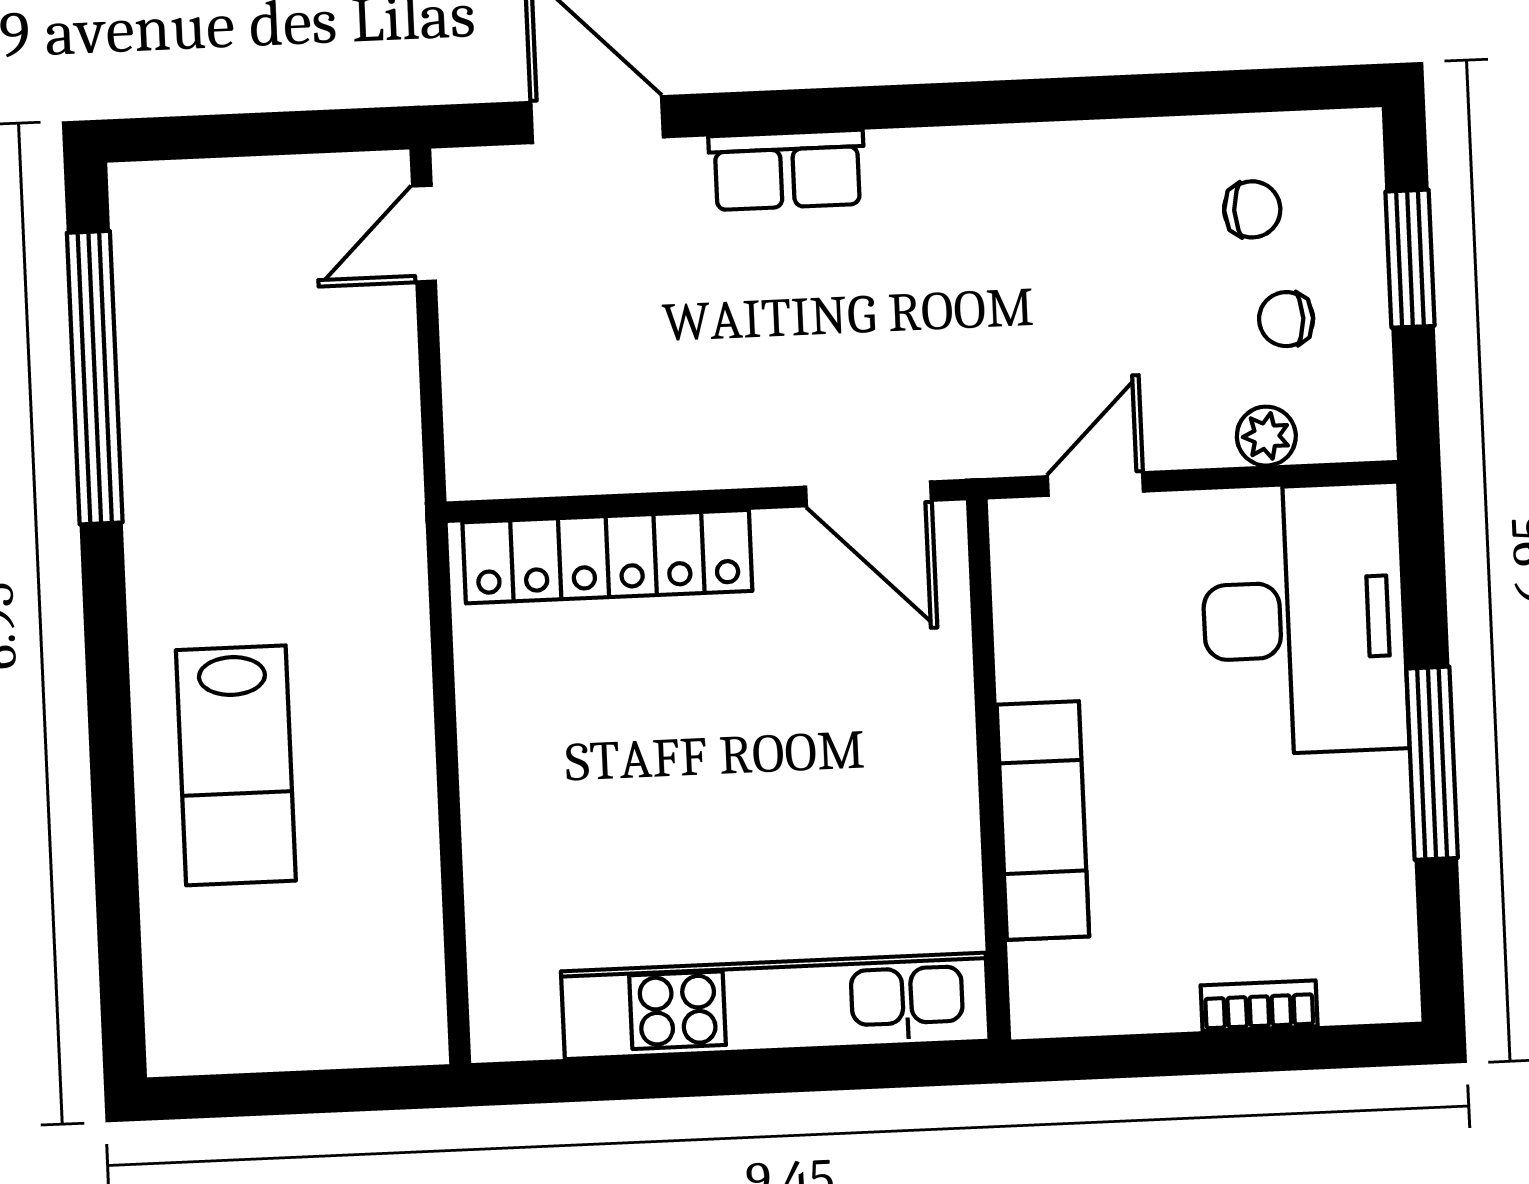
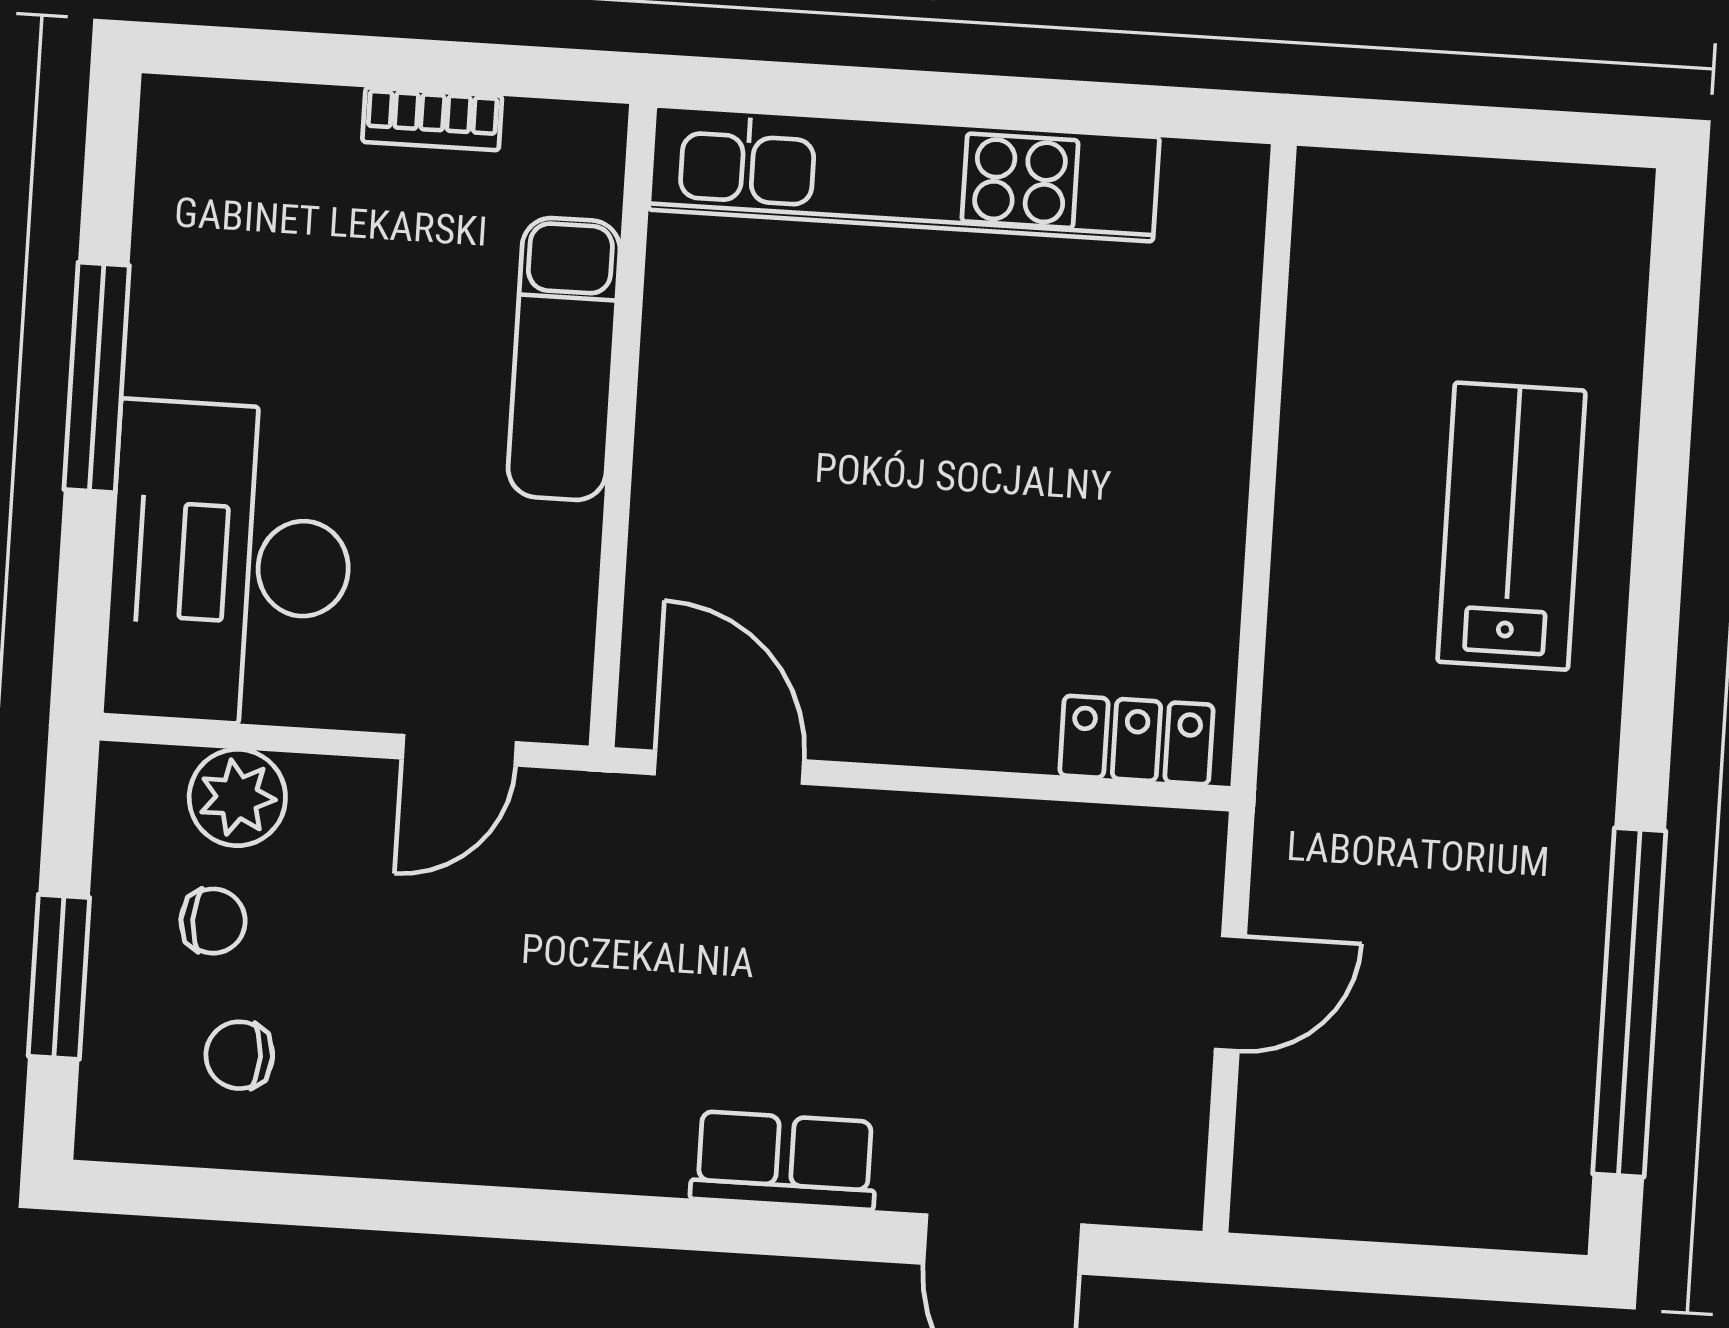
door: (424, 234) -> (1230, 993), moved
plant: (1266, 436) -> (237, 798), width x1.38, depth x1.38
locker: (607, 557) -> (1136, 740), width x0.46, depth x0.83
bookcase: (1259, 1006) -> (432, 119), moved

